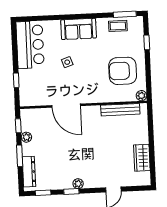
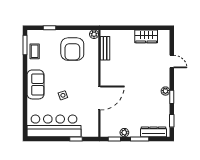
bar counter: (30, 45) -> (54, 126), width x1.36
bench: (120, 110) -> (105, 48), width x0.73

